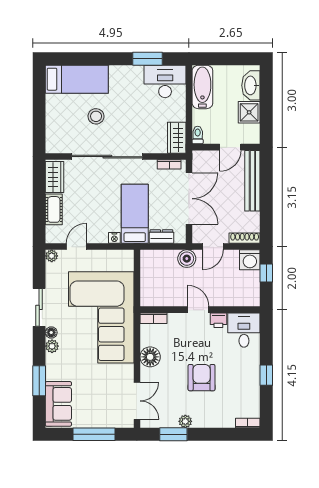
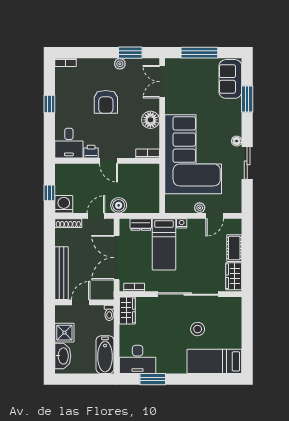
plant: (52, 256) -> (200, 208), moved
plant: (52, 346) -> (236, 129), removed

